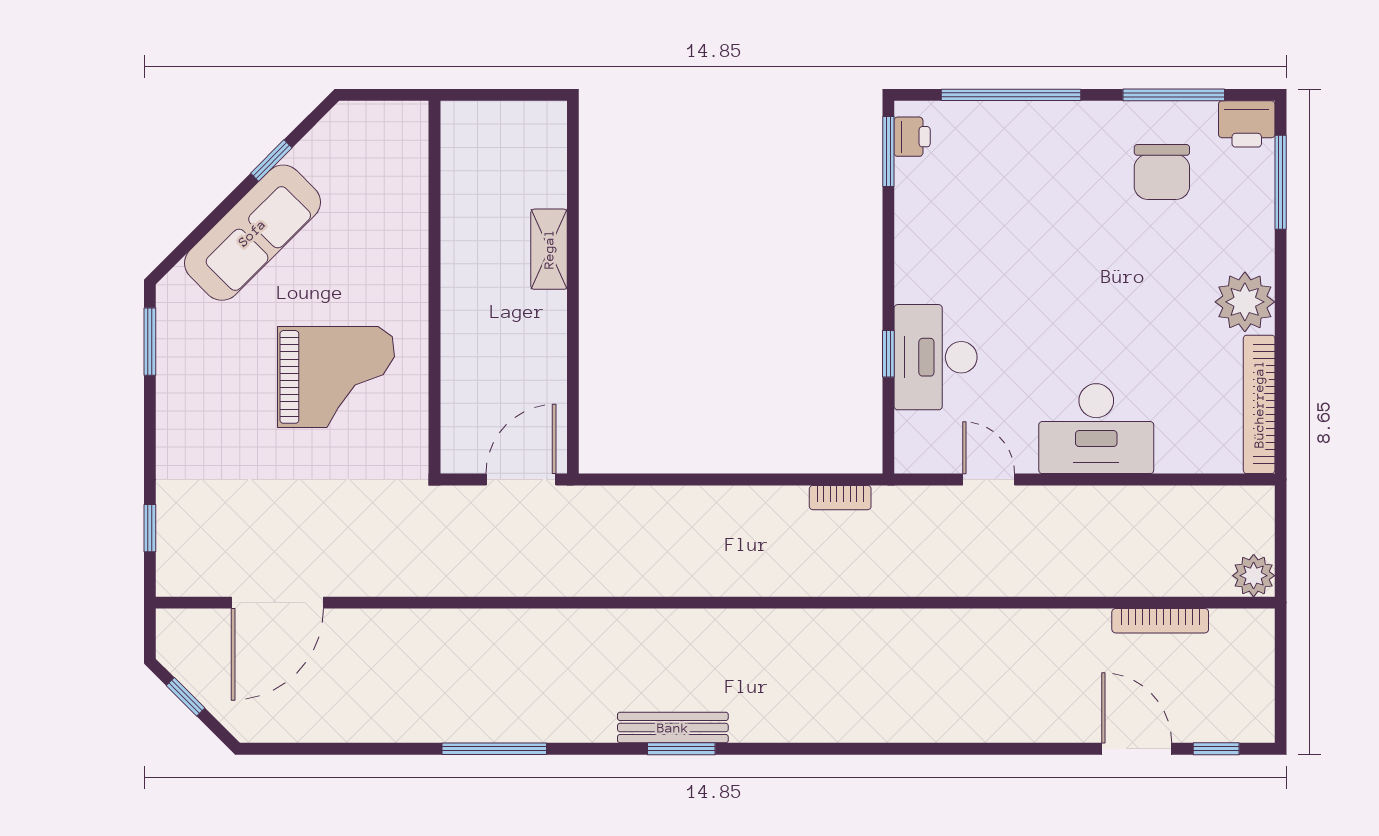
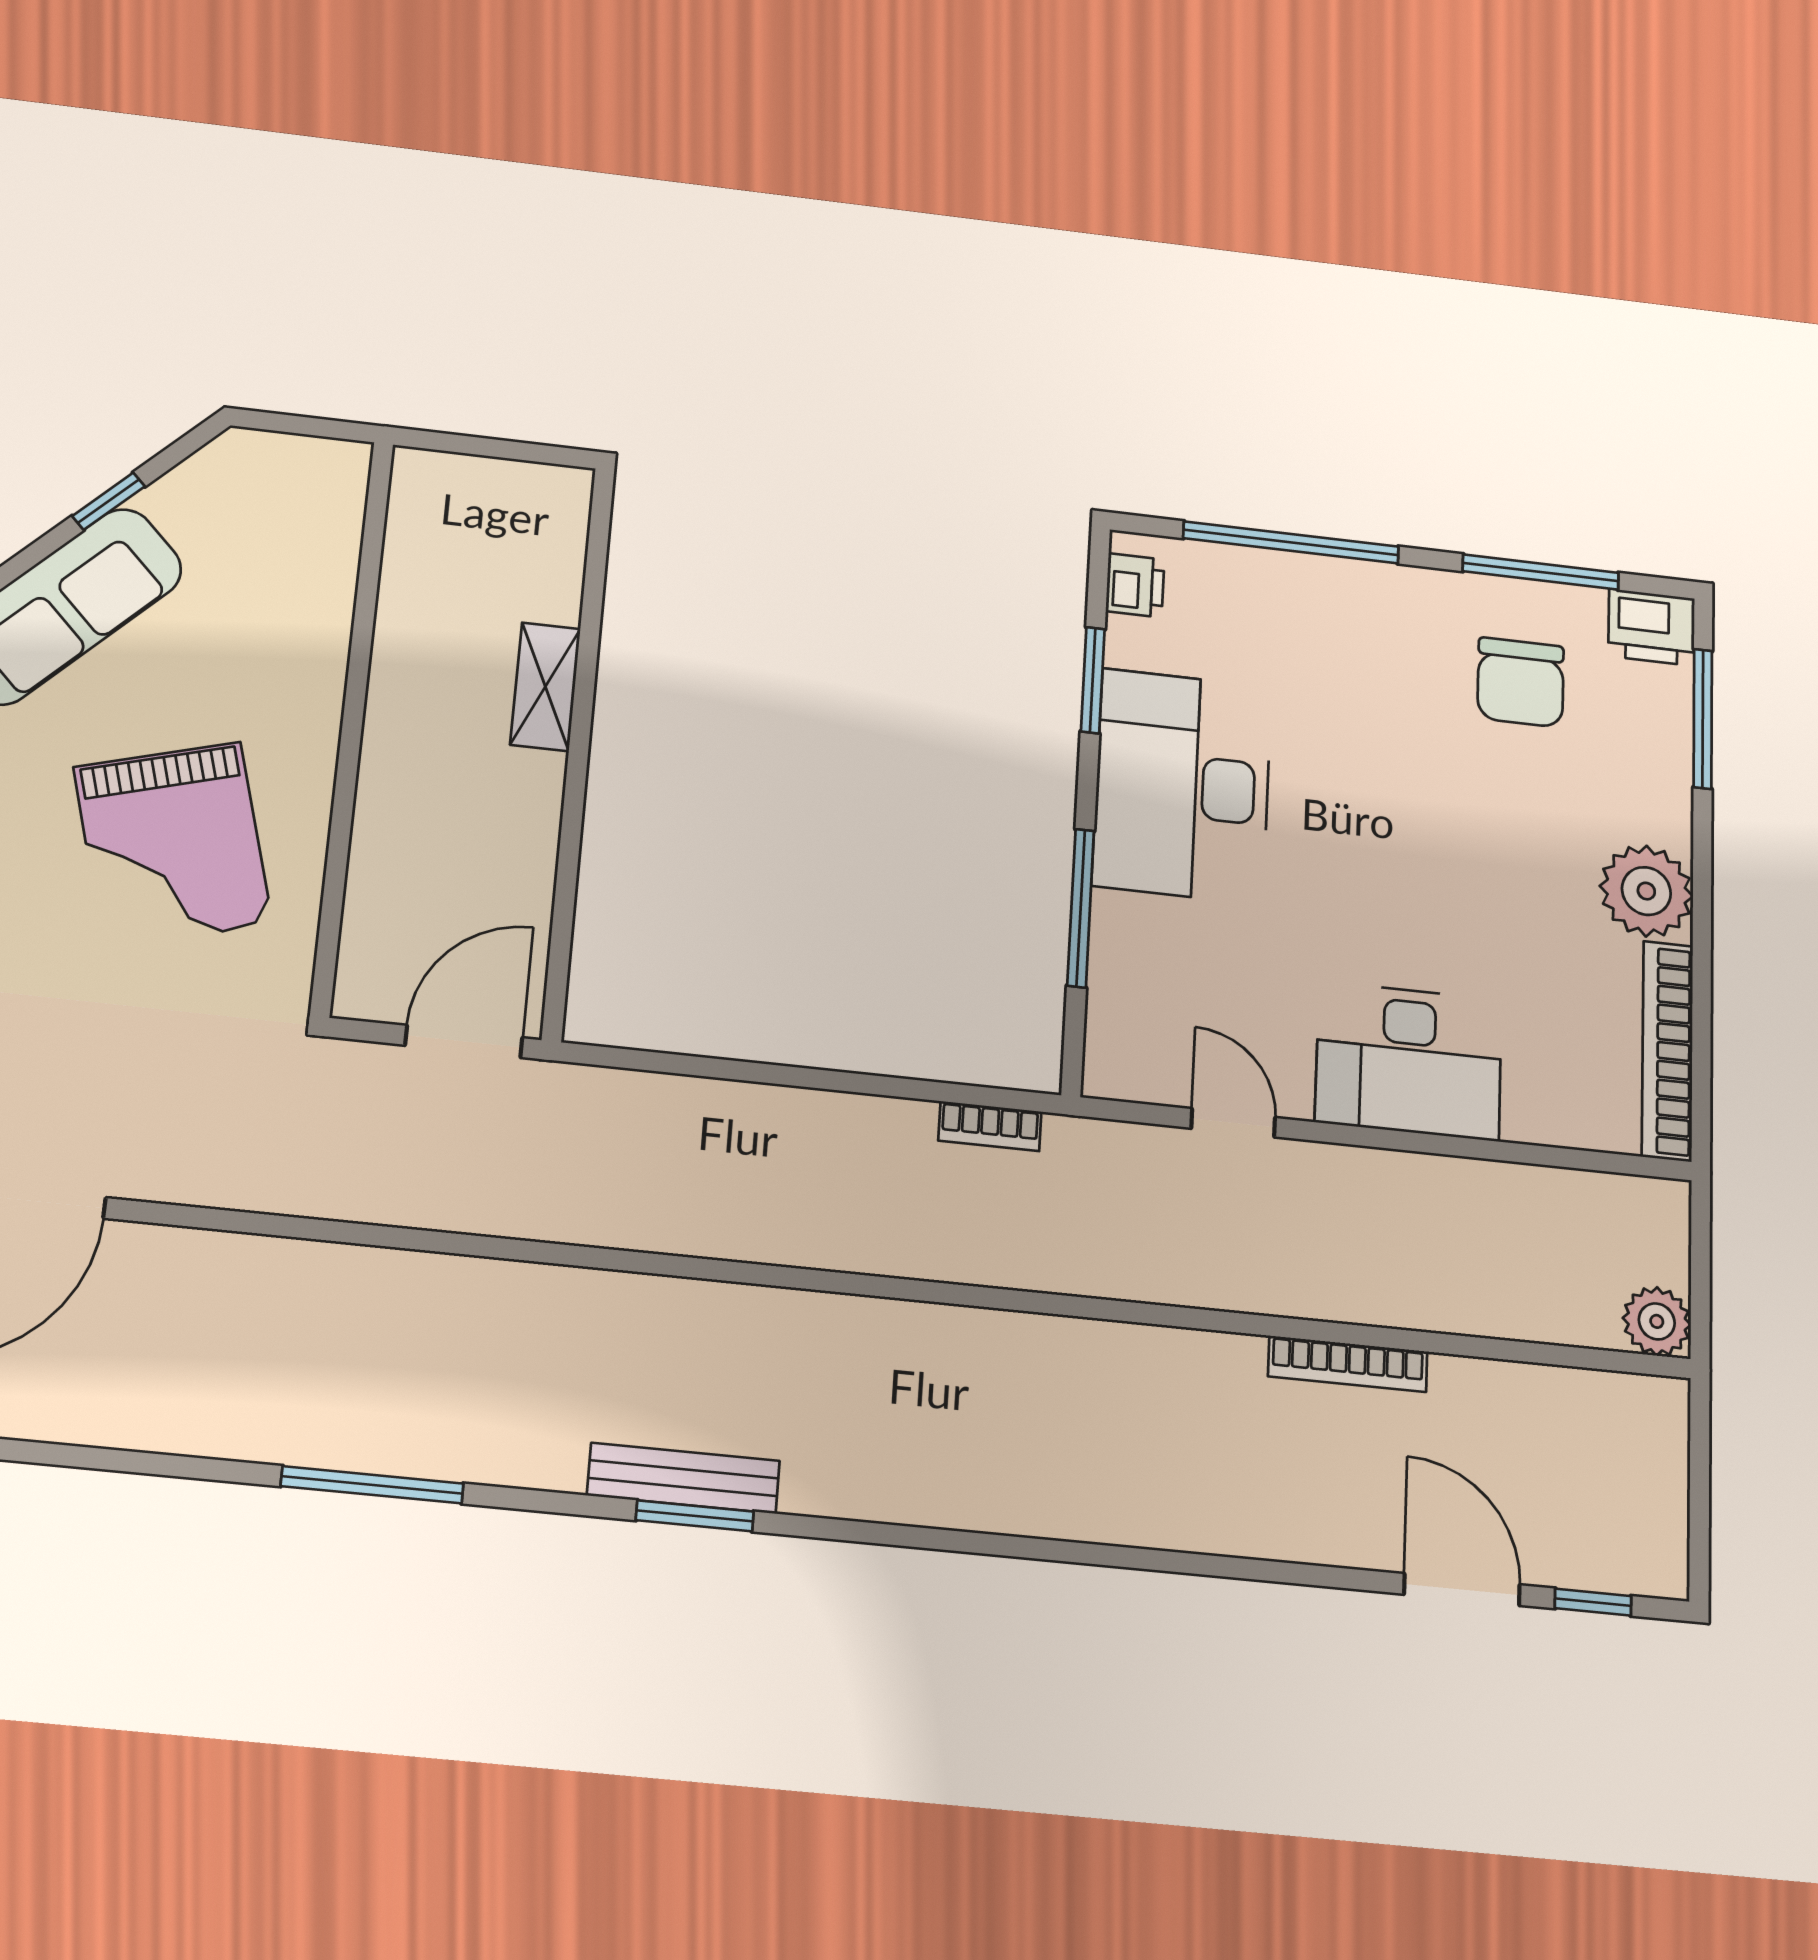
window: (888, 152) -> (1093, 680), moved
window: (888, 354) -> (1081, 908), width x2.17
desk: (936, 357) -> (1182, 786), moved, width x1.36, depth x1.30
grand piano: (336, 377) -> (173, 845), turned 74
bookcase: (1160, 621) -> (1348, 1364), moved

